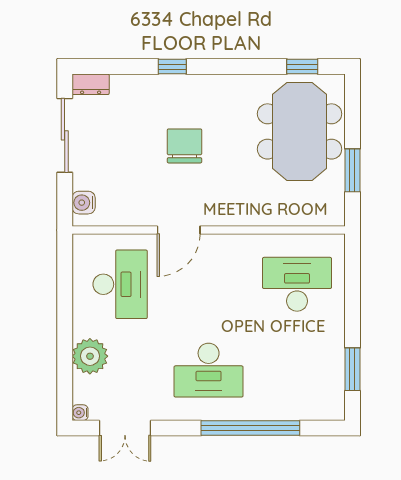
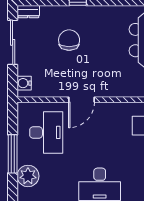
chair: (185, 146) -> (69, 40), moved
window: (65, 320) -> (13, 154), added

